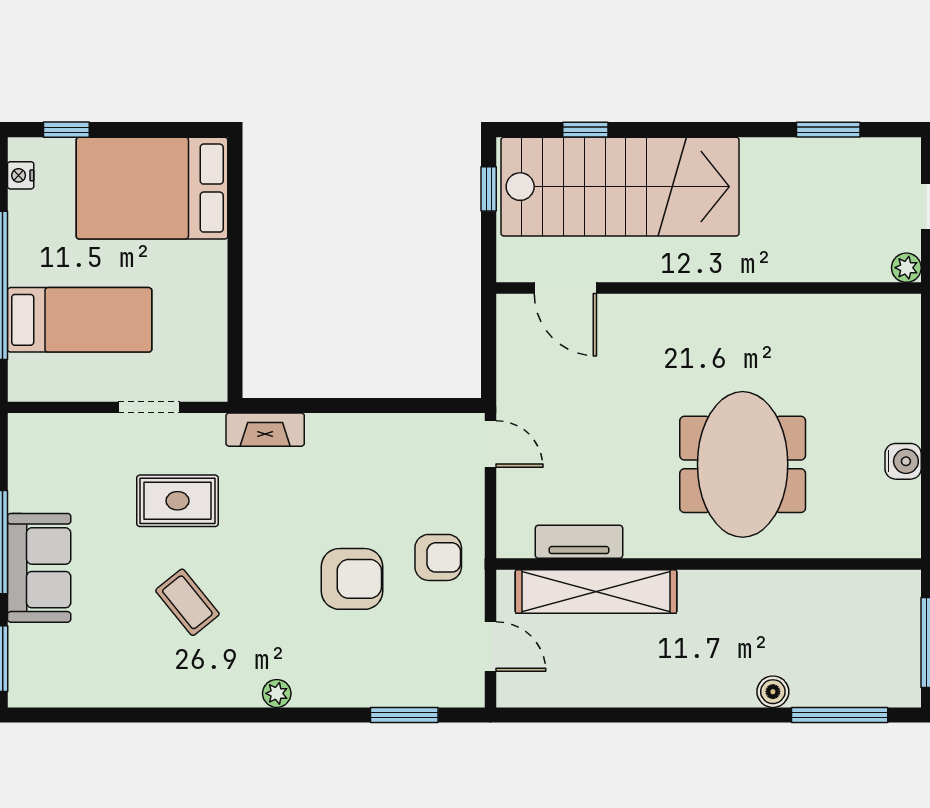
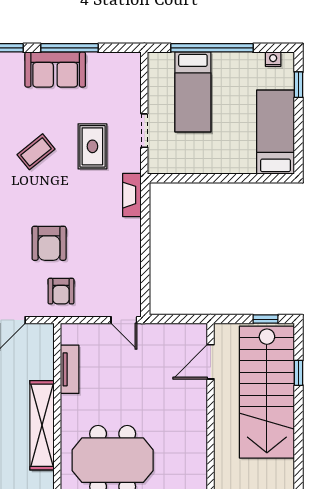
bed: (152, 188) -> (276, 132), width x0.67
door: (490, 444) -> (124, 320), hinge flipped
shelving: (596, 592) -> (42, 425), moved

